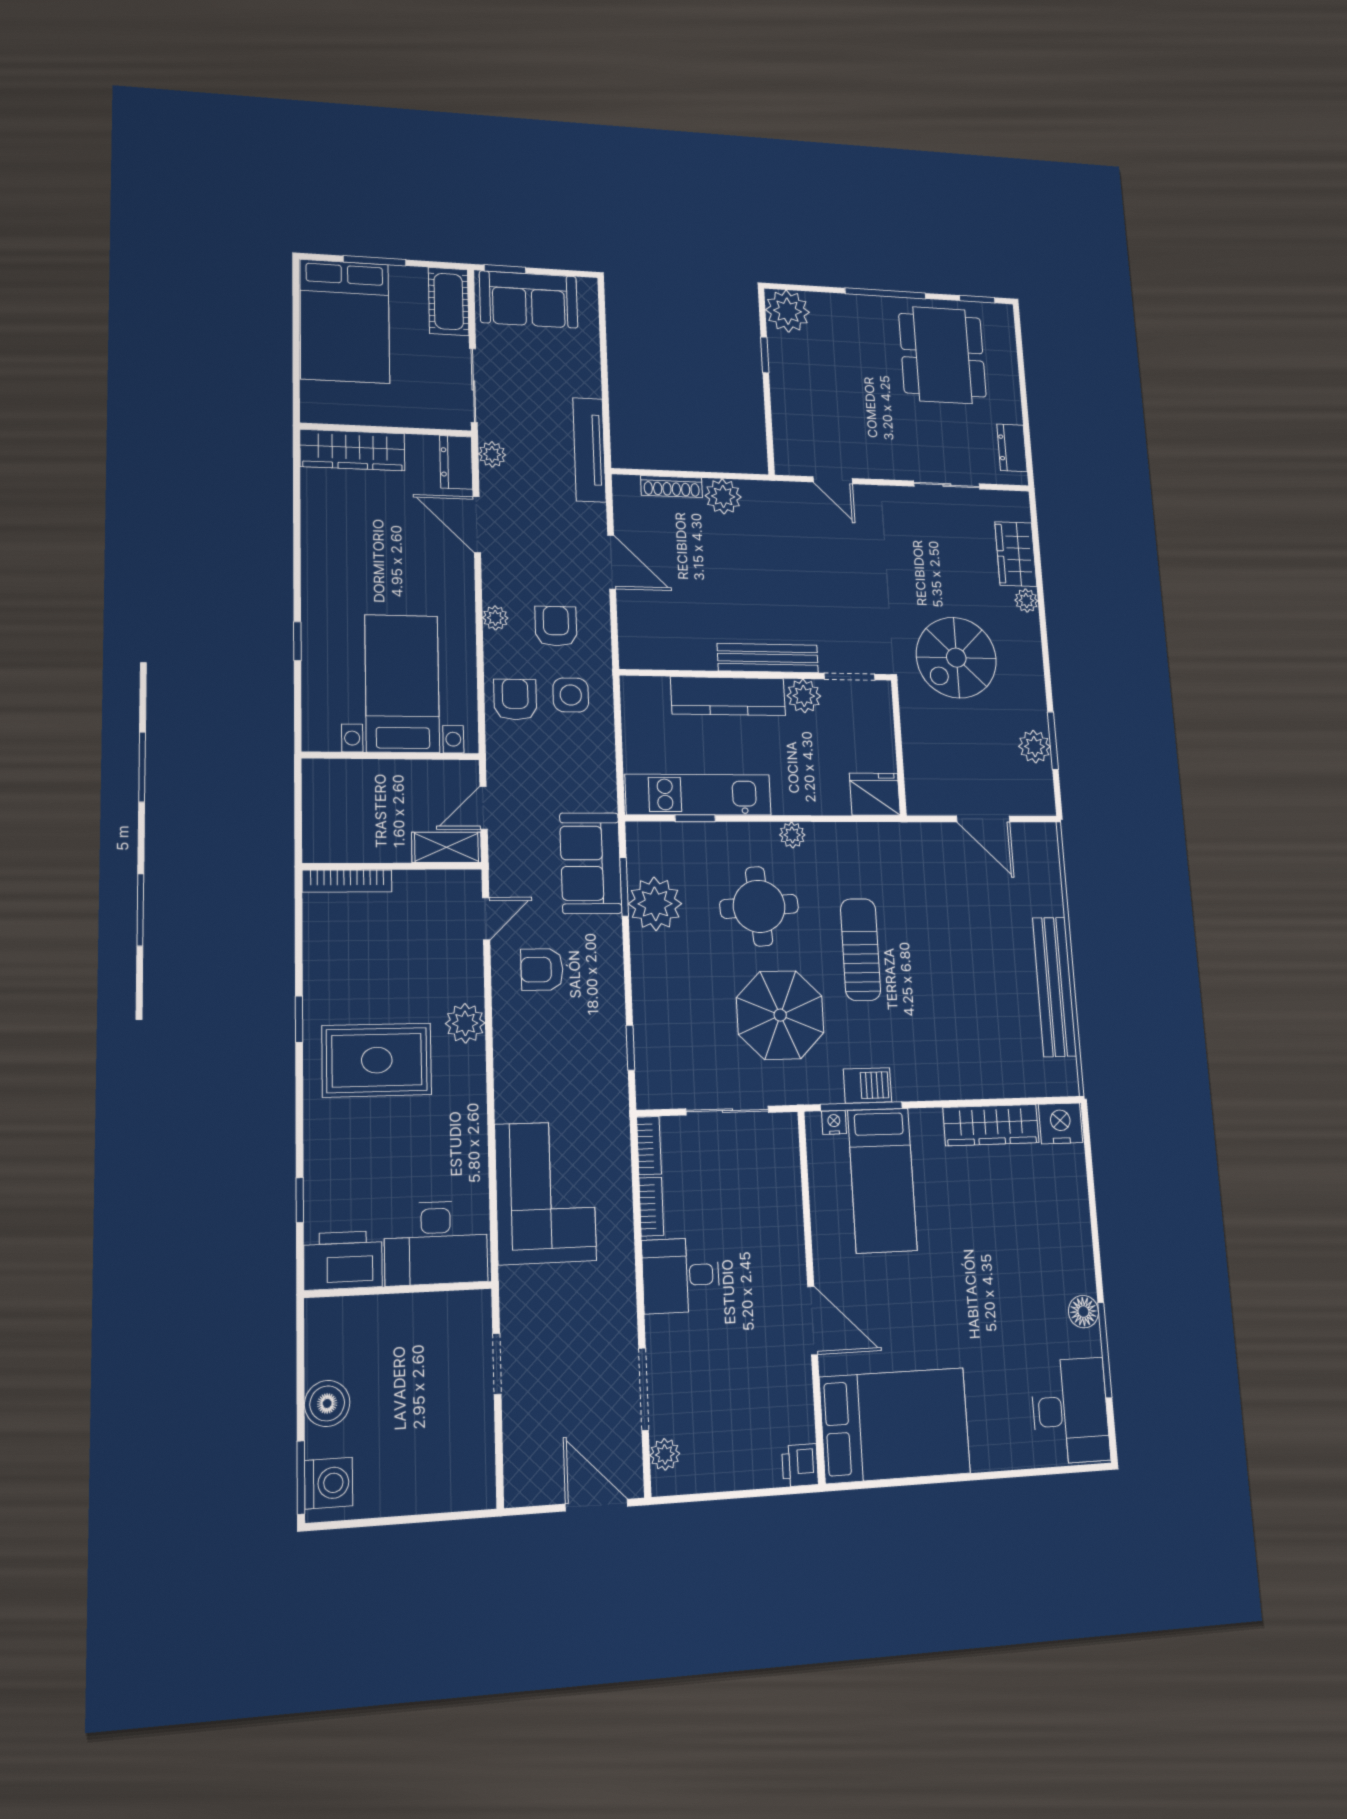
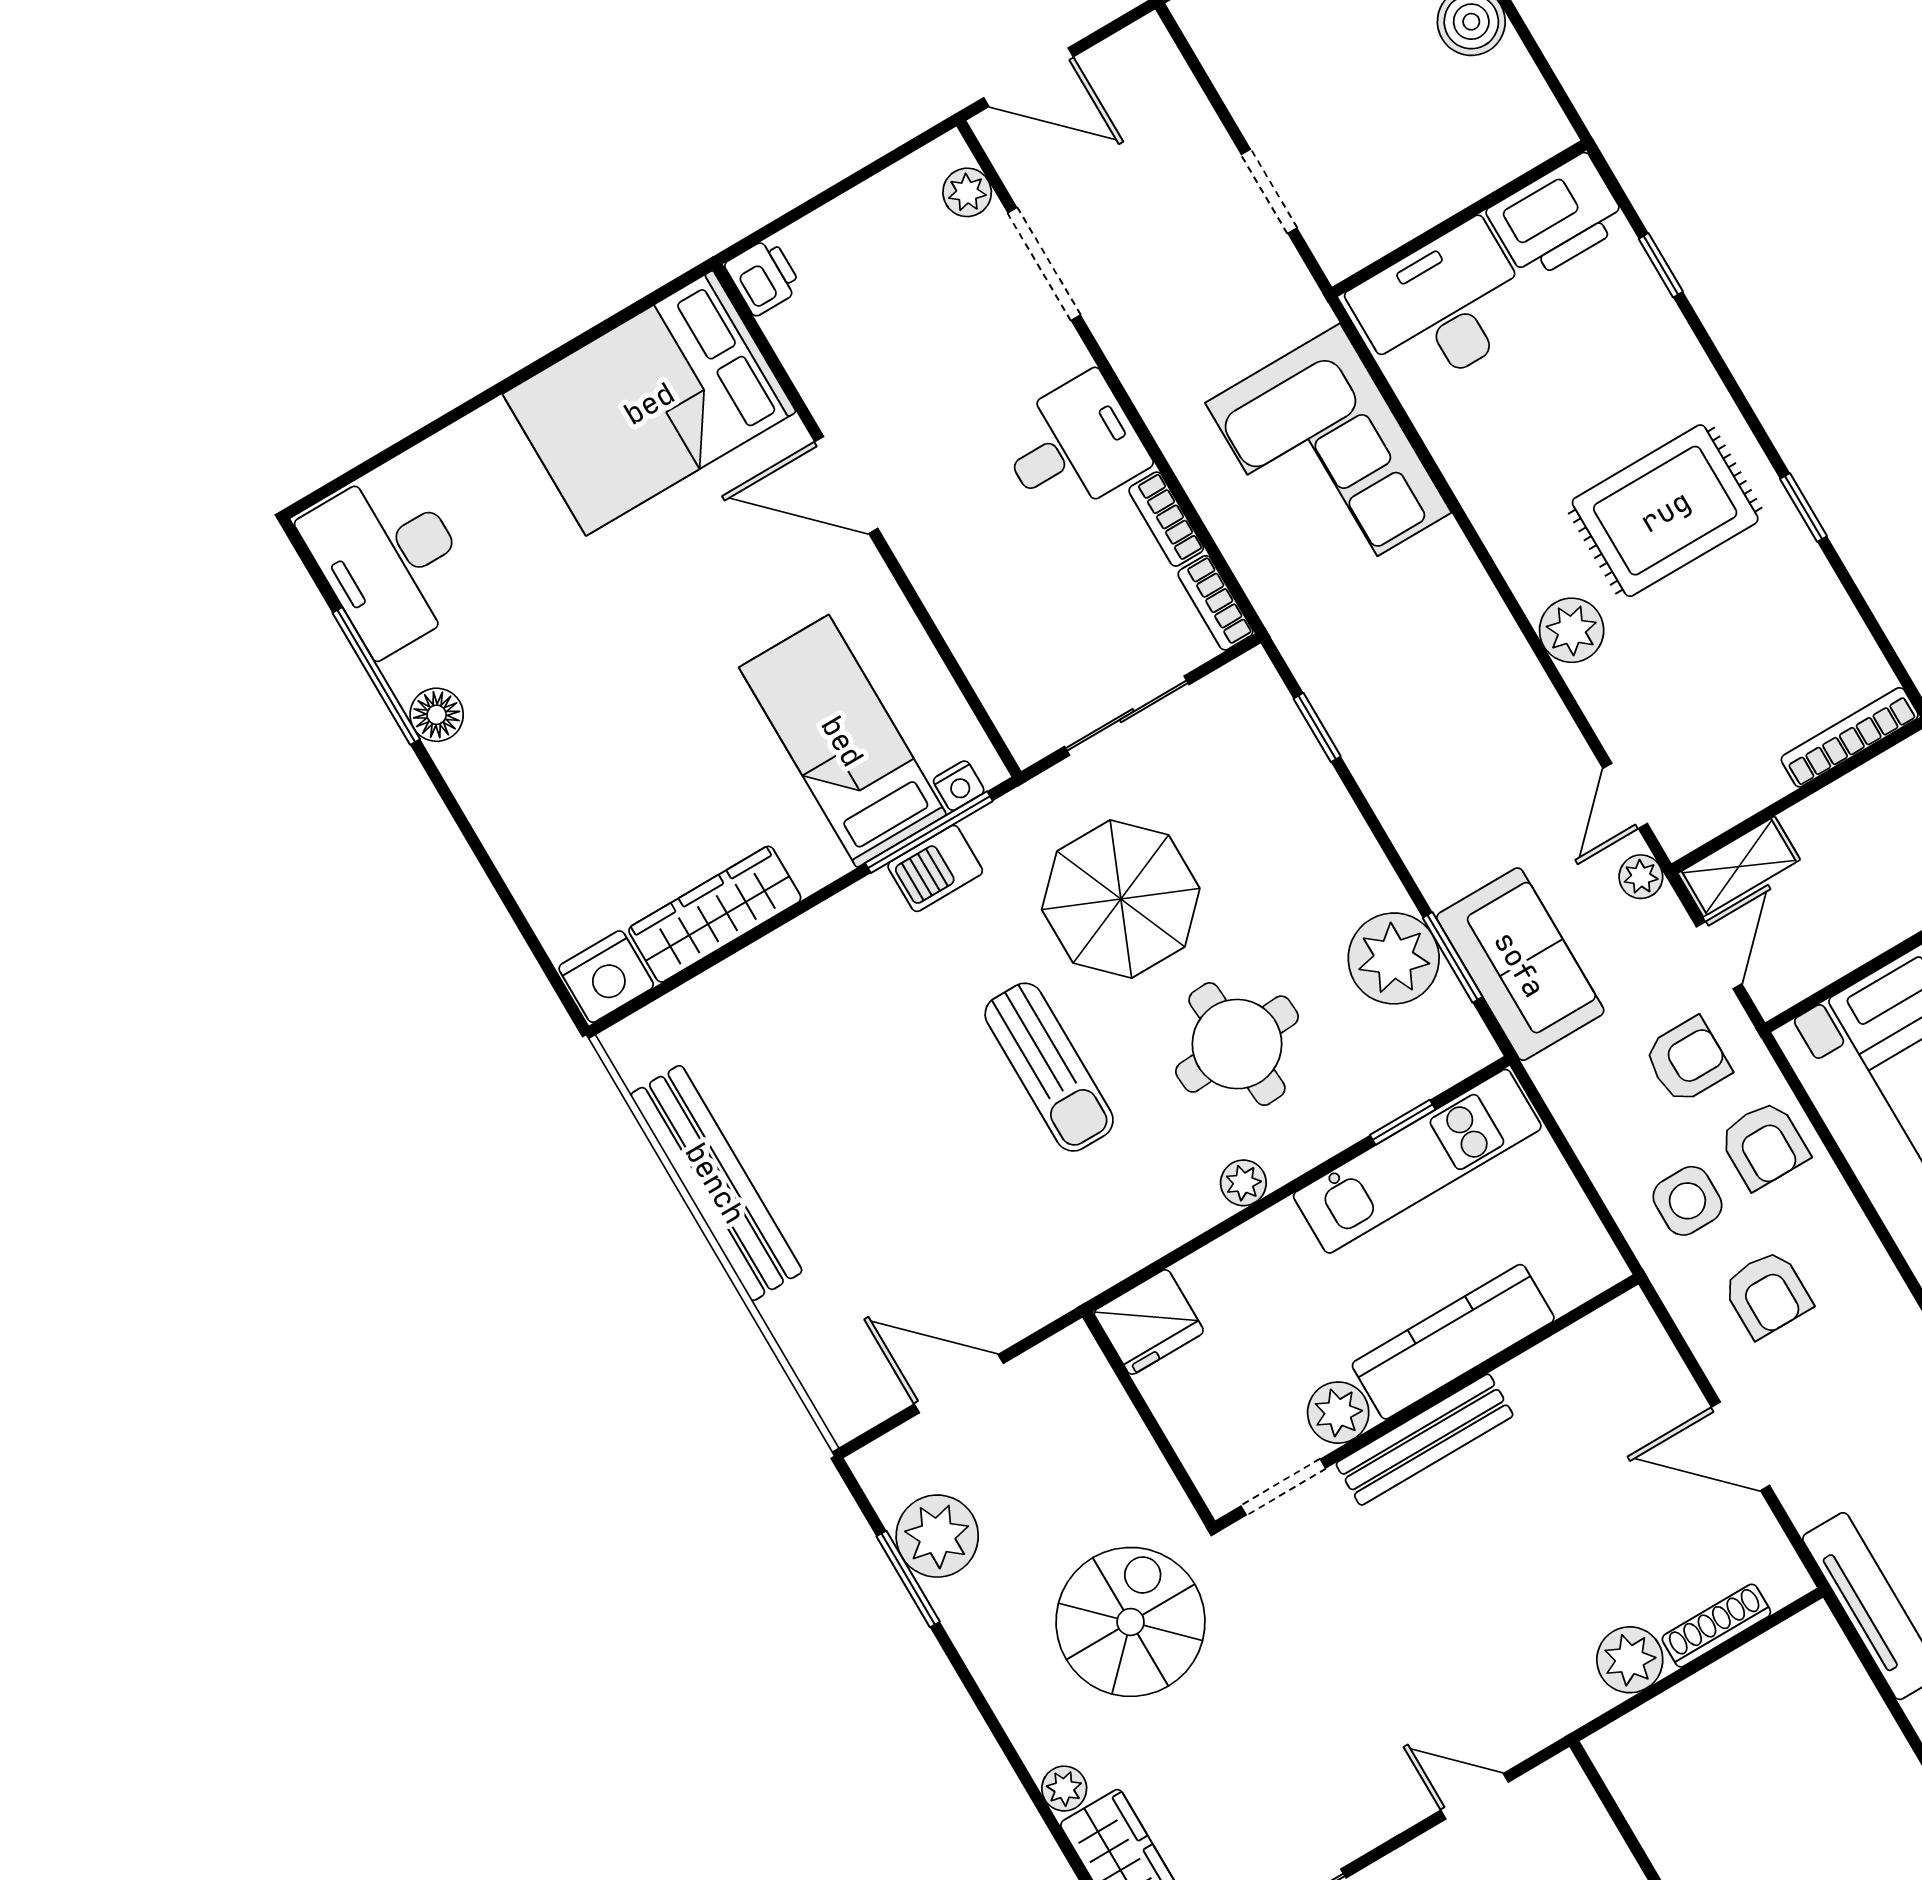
plant: (495, 618) -> (1641, 877), moved
plant: (1034, 747) -> (937, 1536), width x1.36, depth x1.36
armchair: (542, 970) -> (1687, 1060), moved

